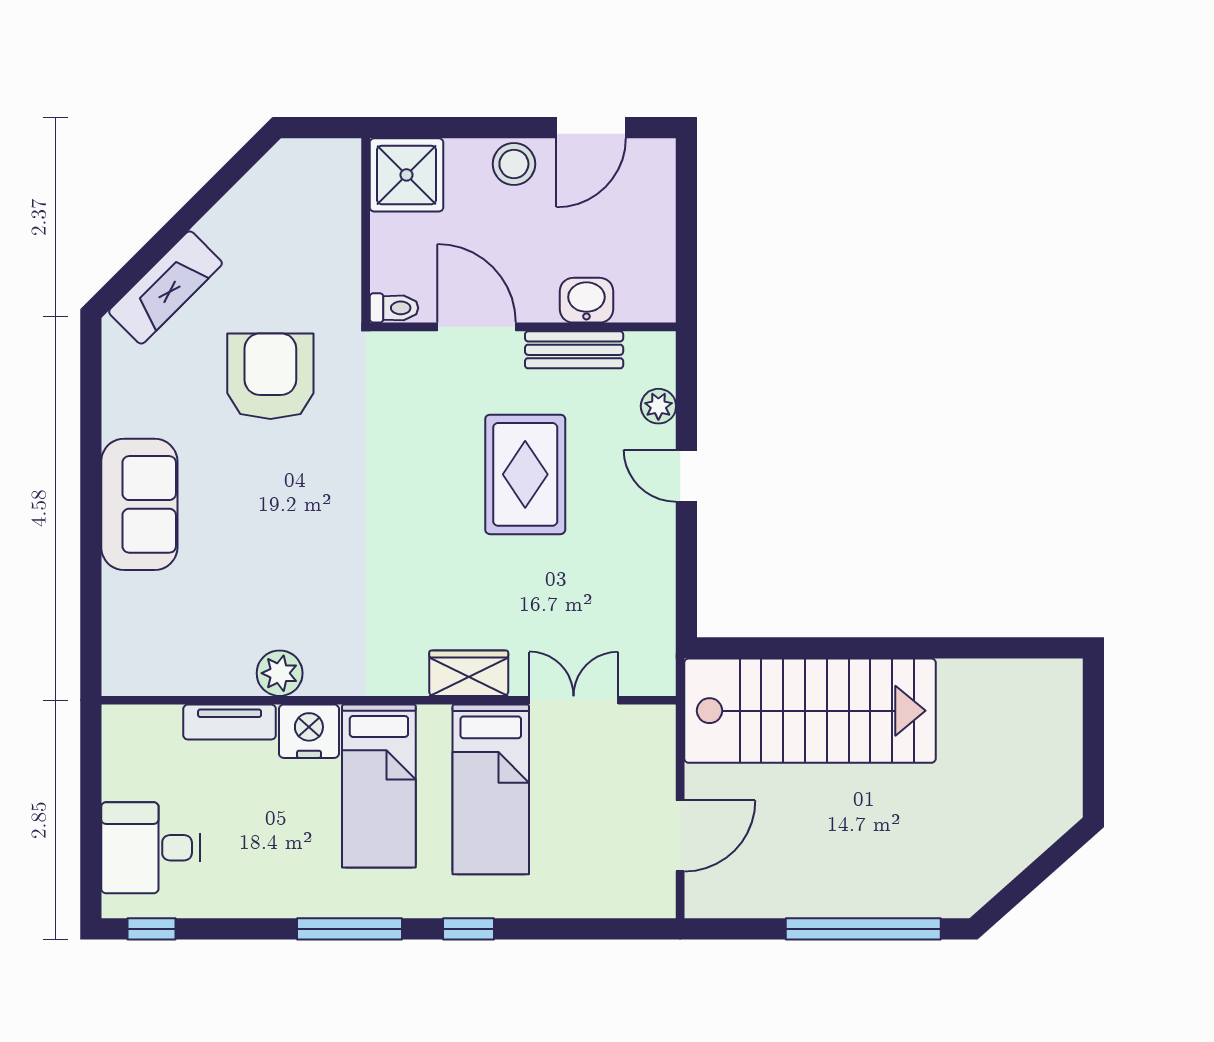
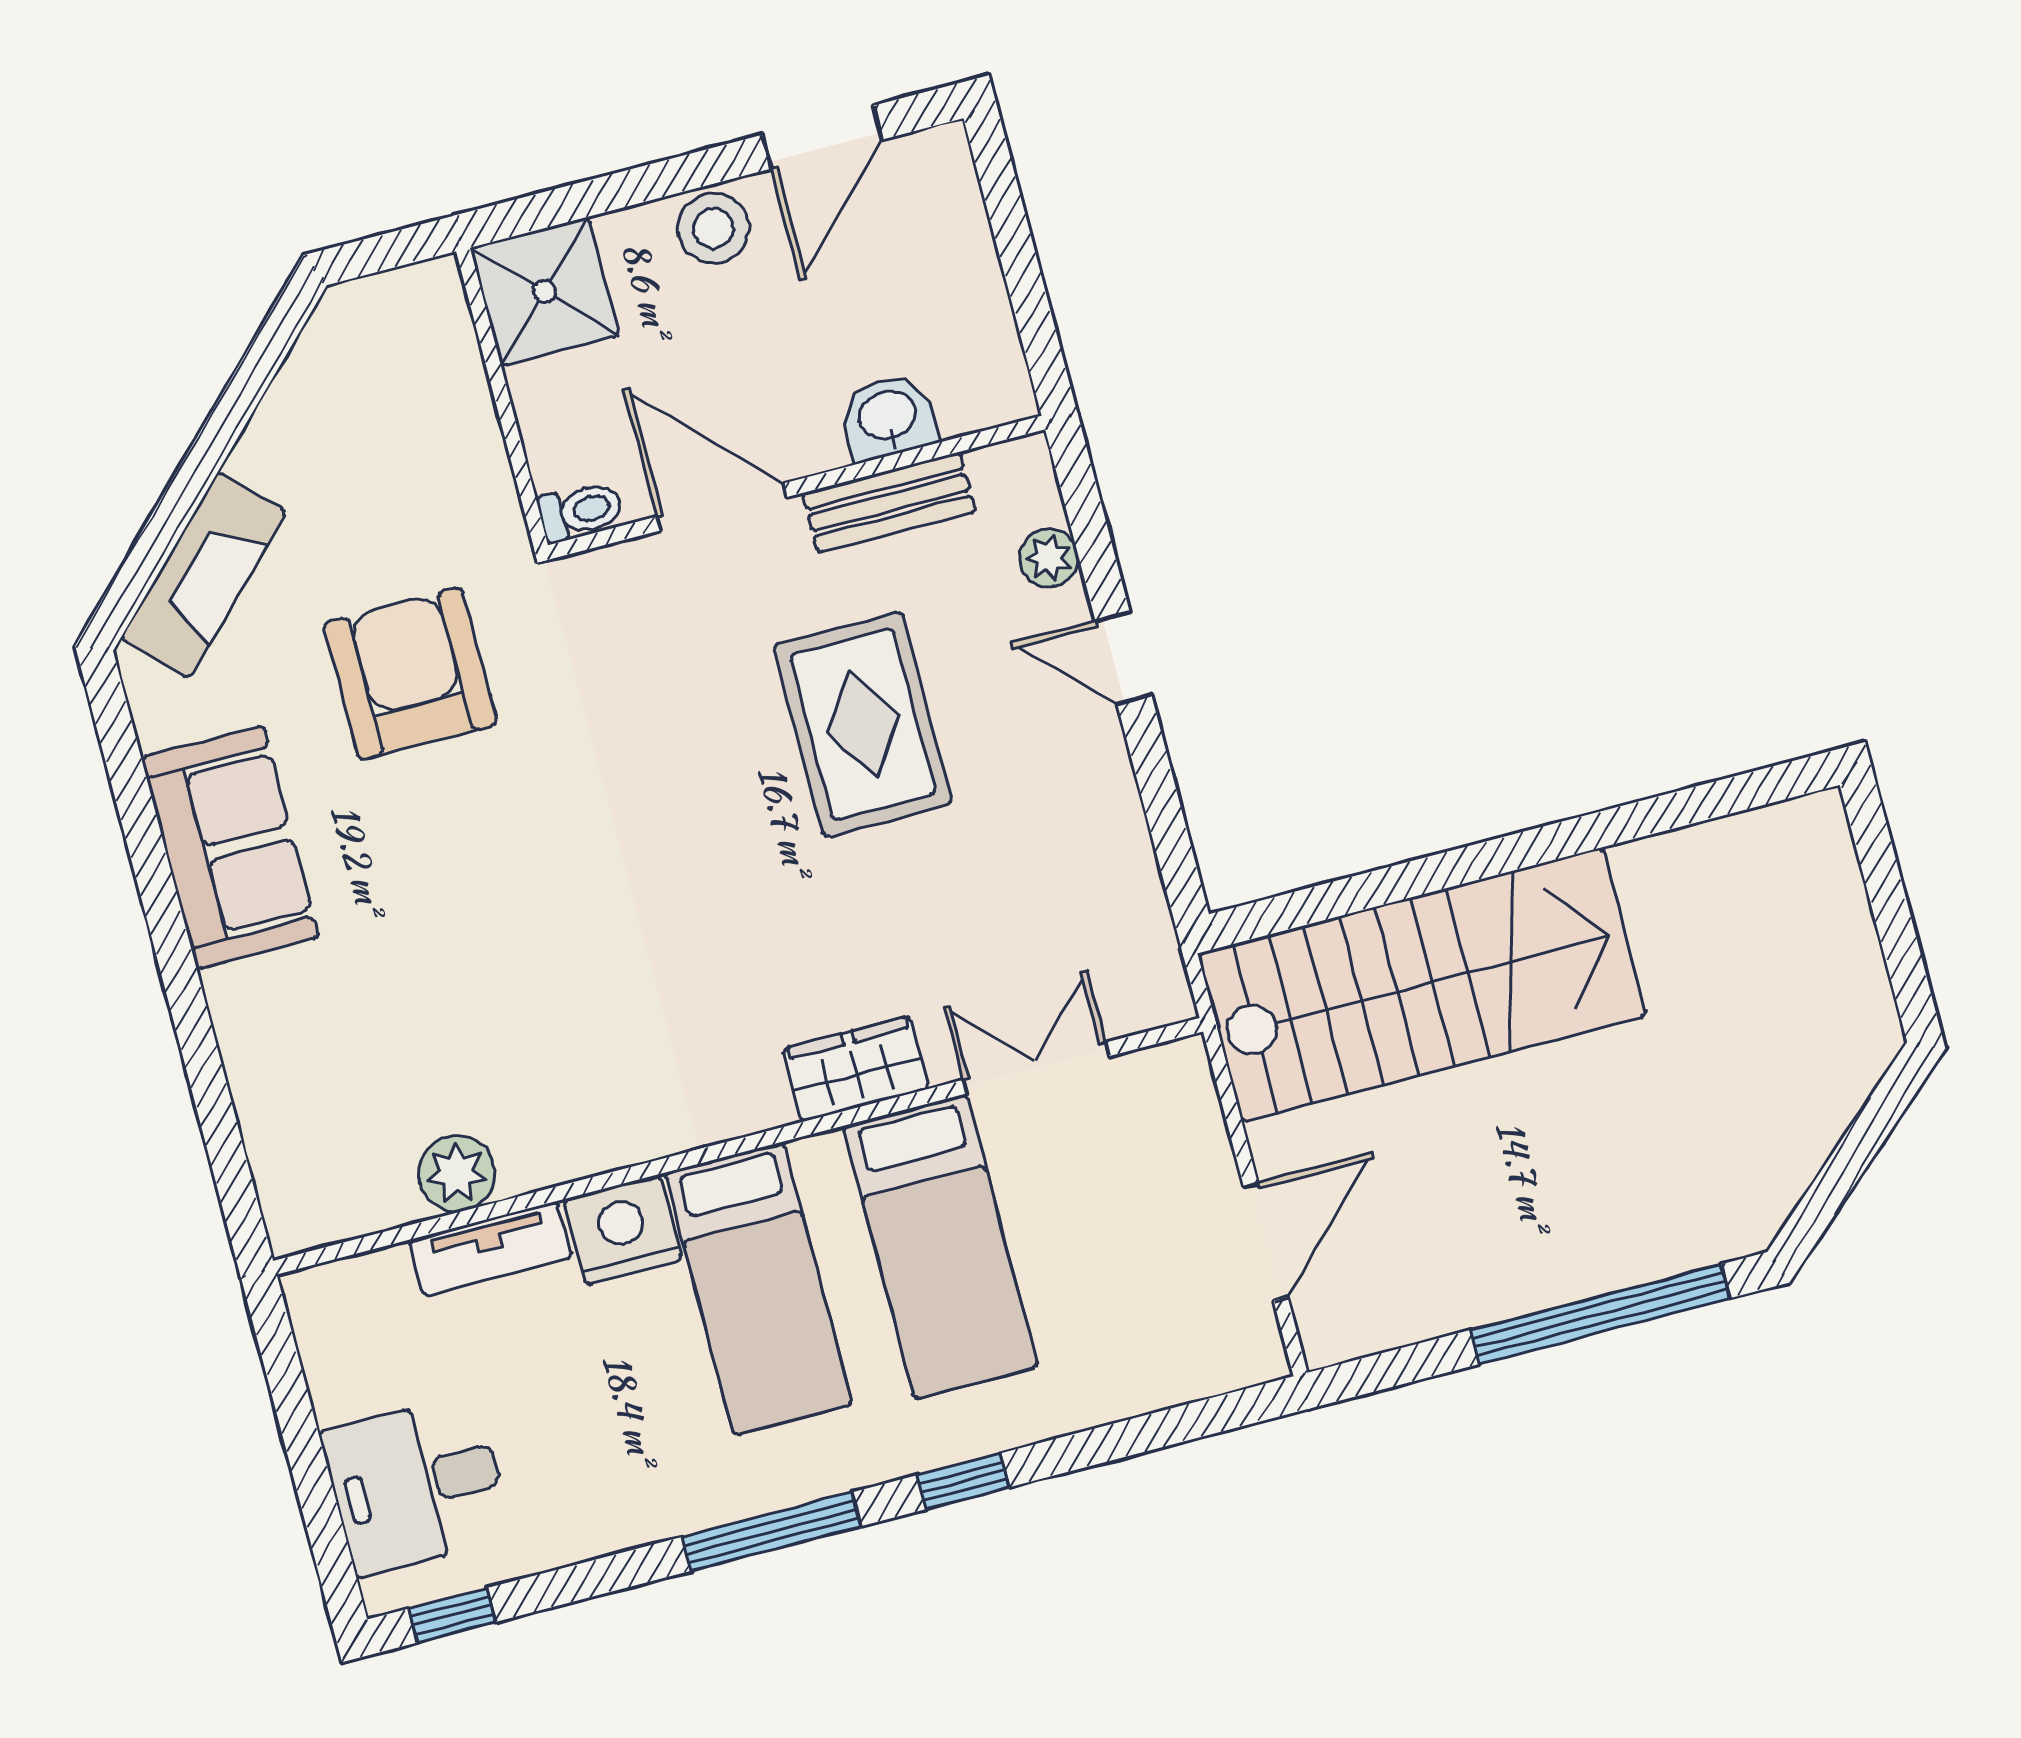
sofa: (139, 504) -> (230, 848), moved
plant: (280, 673) -> (457, 1173), moved

